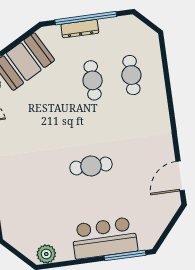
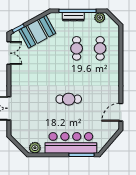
plant: (124, 24) -> (100, 18), added
bar counter: (104, 238) -> (71, 143), width x1.36

